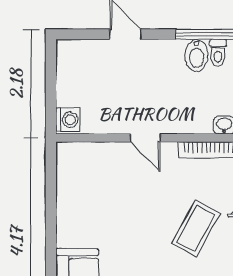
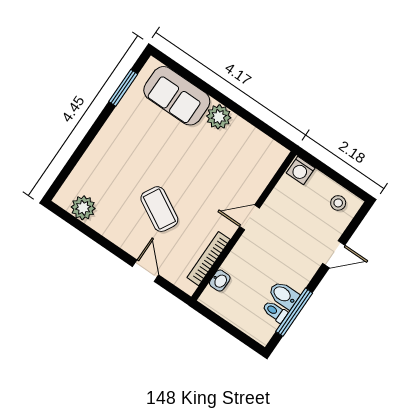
stool: (74, 63) -> (338, 203), added
plant: (70, 232) -> (219, 117), added

